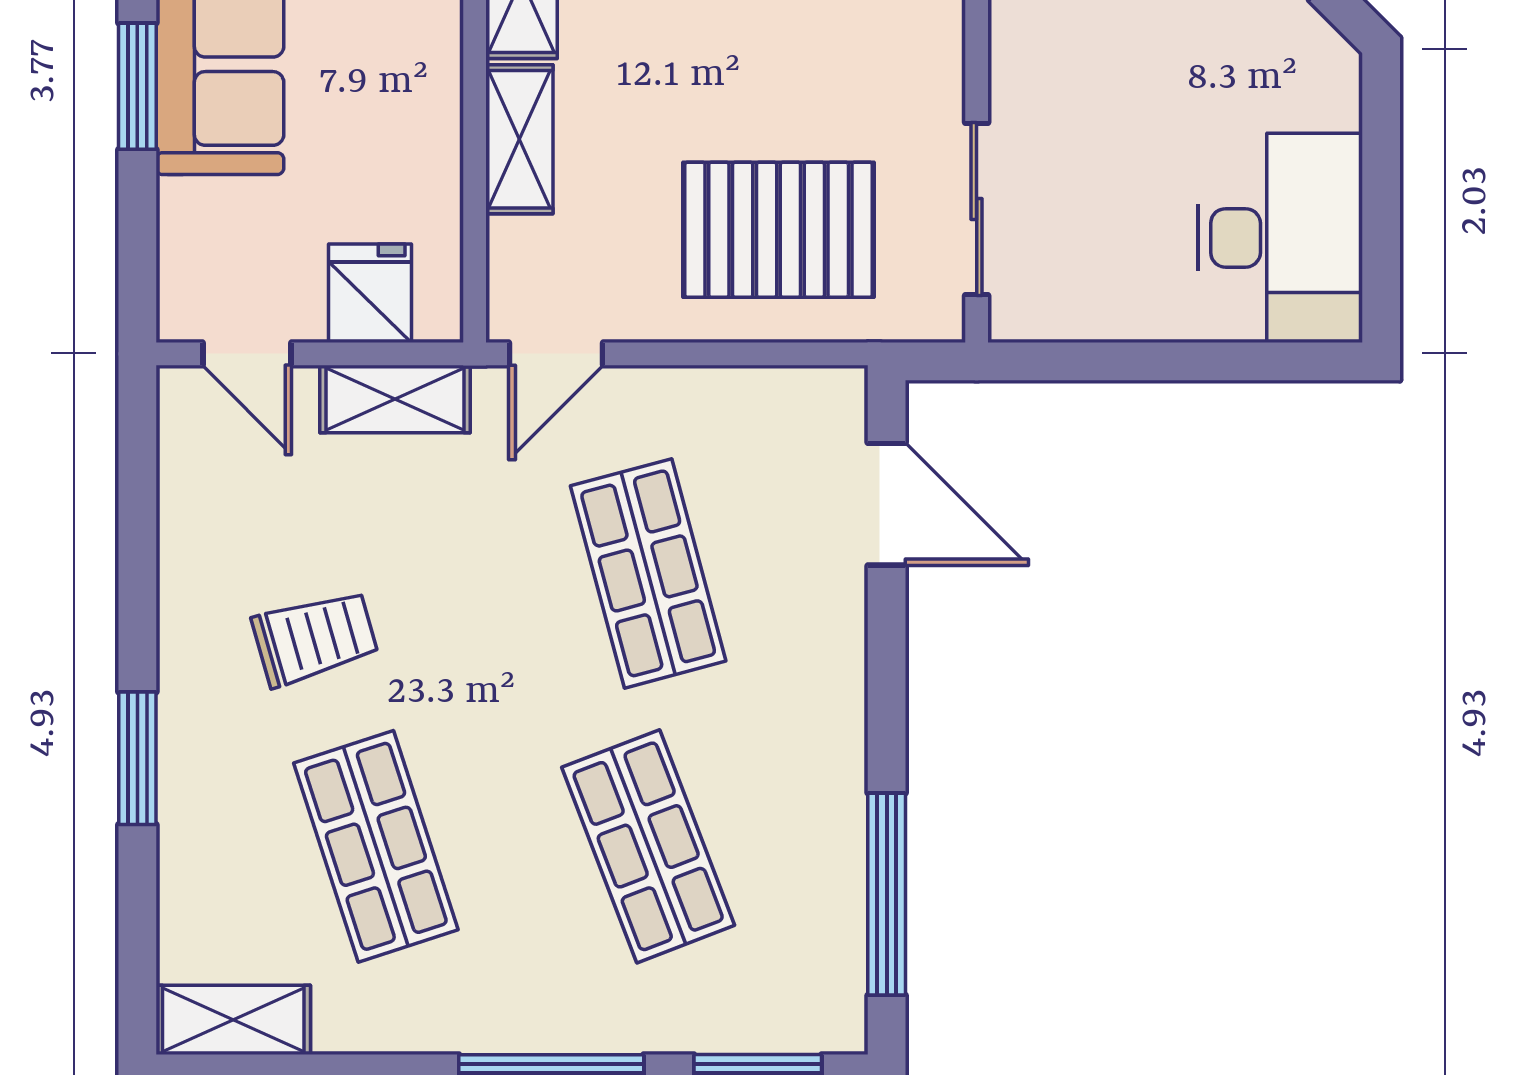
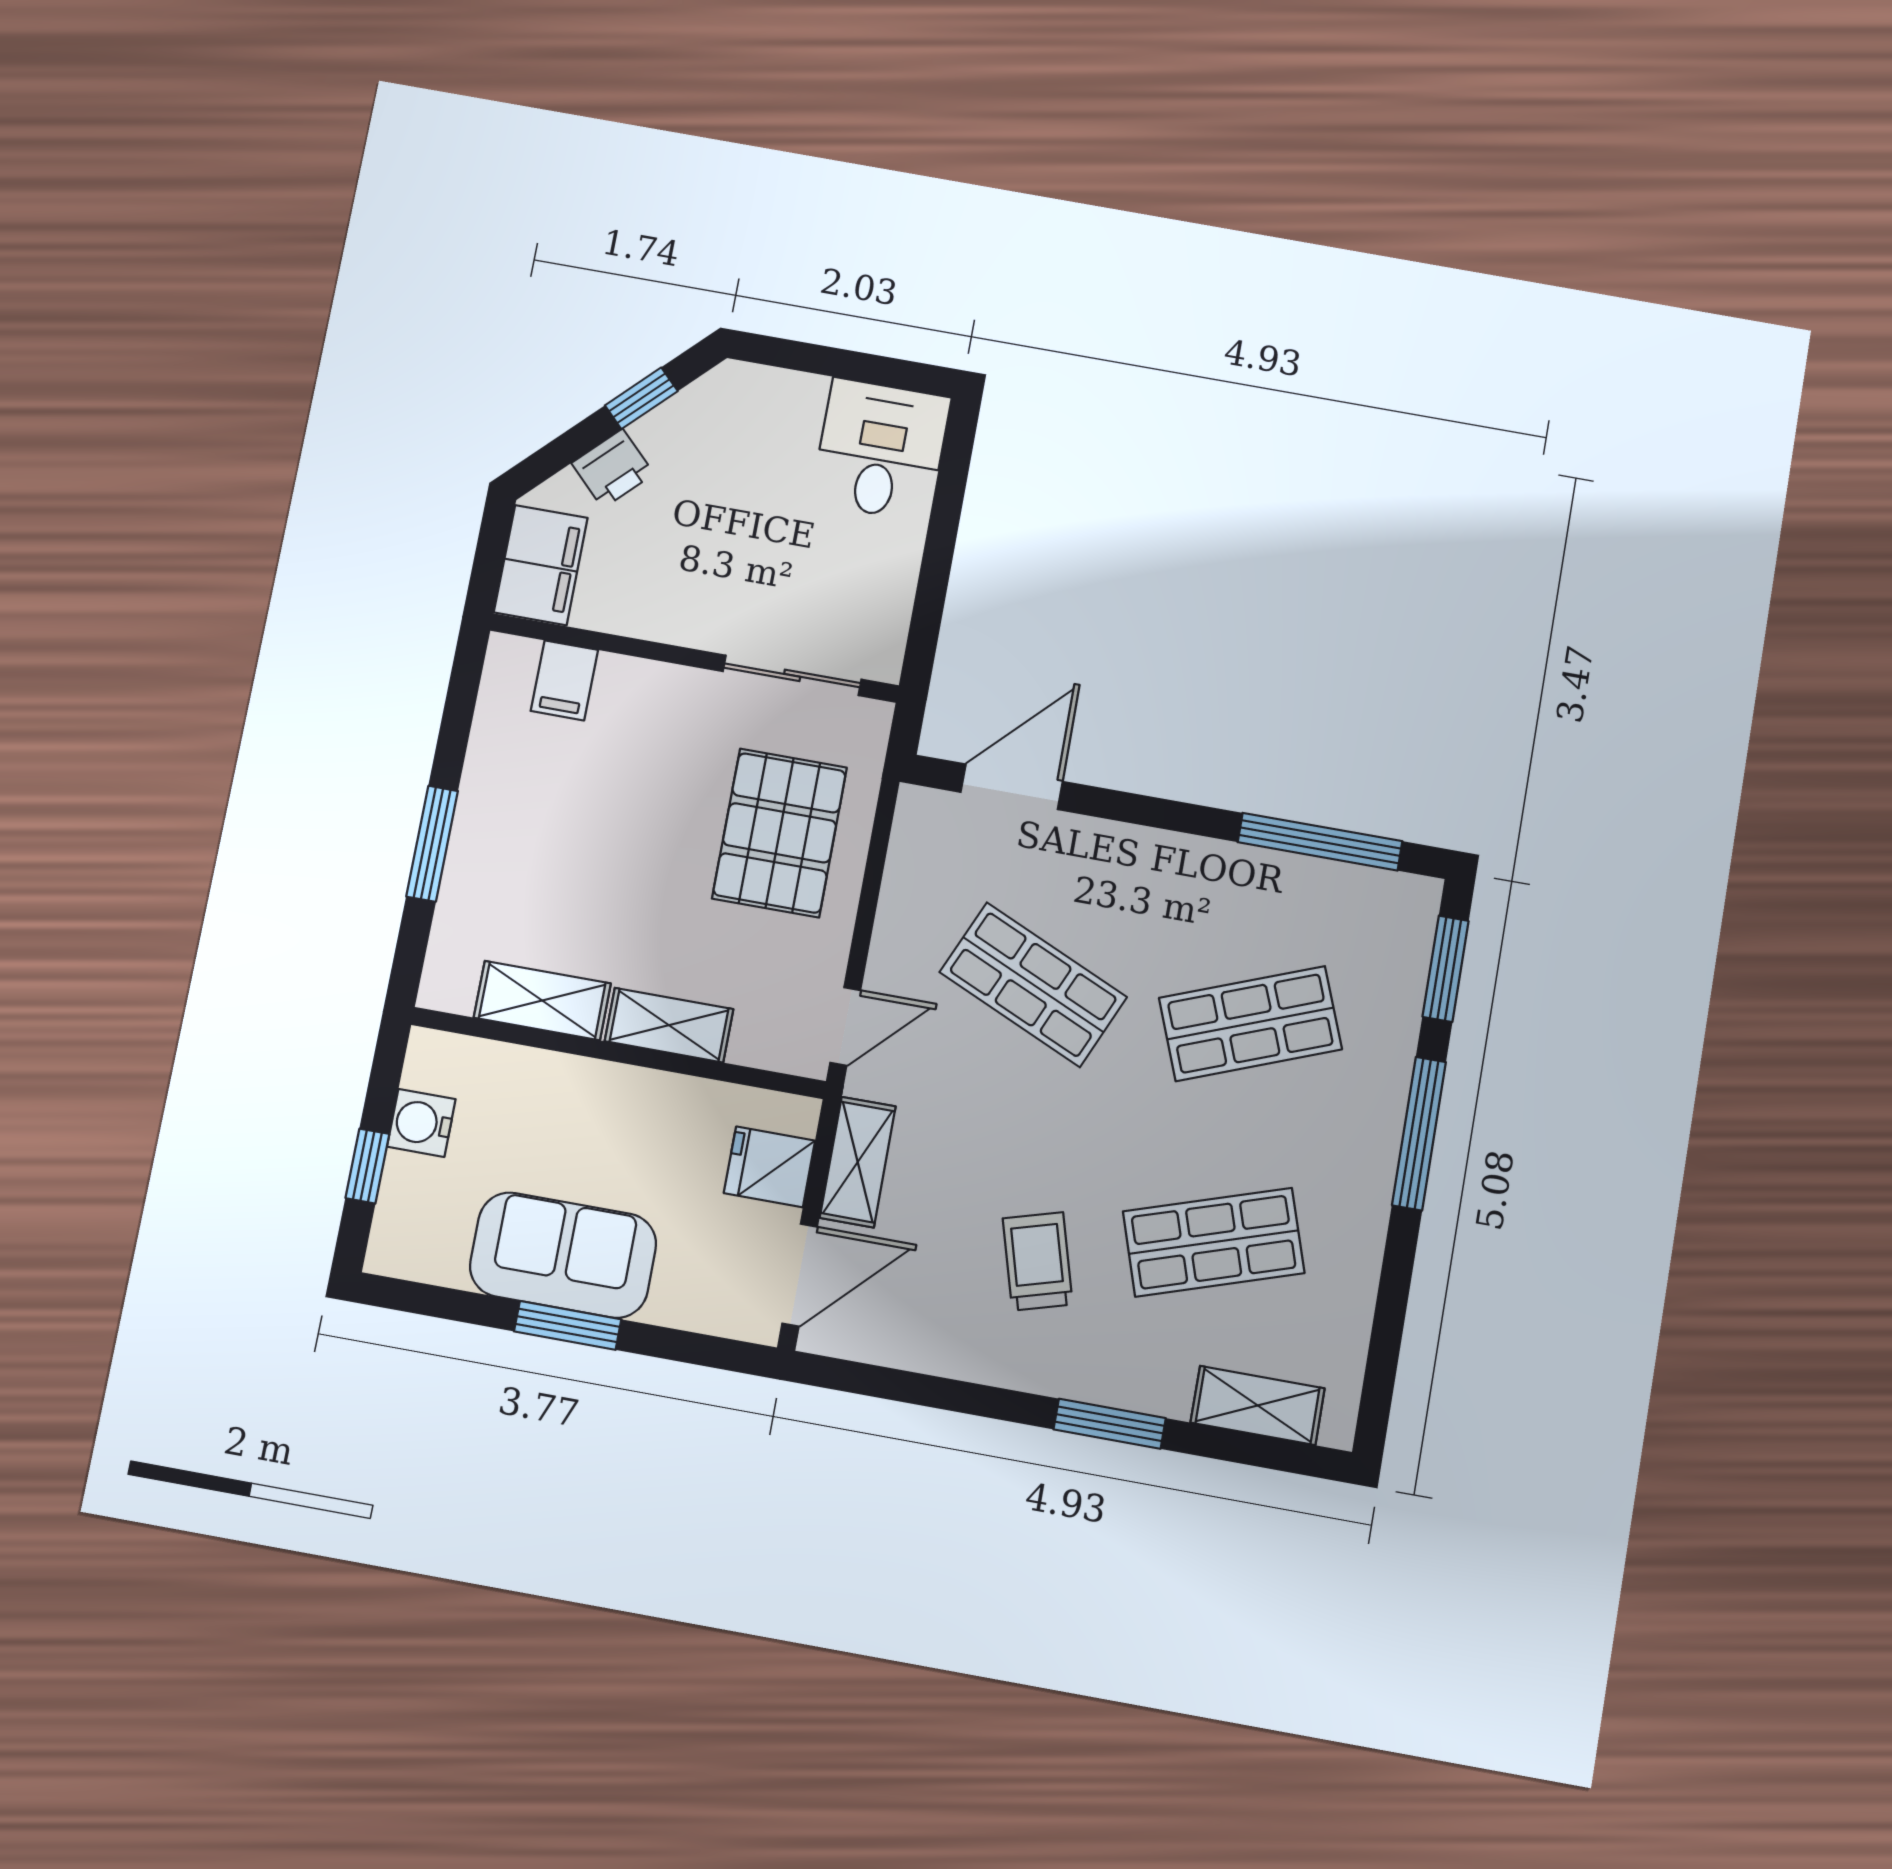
desk: (1280, 238) -> (881, 450), width x0.73
door: (247, 354) -> (800, 1275), width x1.37
door: (556, 354) -> (845, 1027), hinge flipped
shop shelf: (648, 573) -> (1033, 985), turned 39
shelving: (233, 1020) -> (1258, 1405), moved, turned 90

